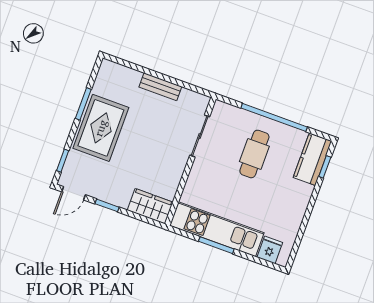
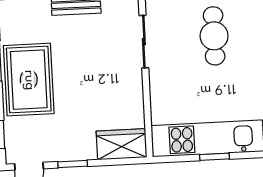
window: (216, 245) -> (214, 157), width x0.67

